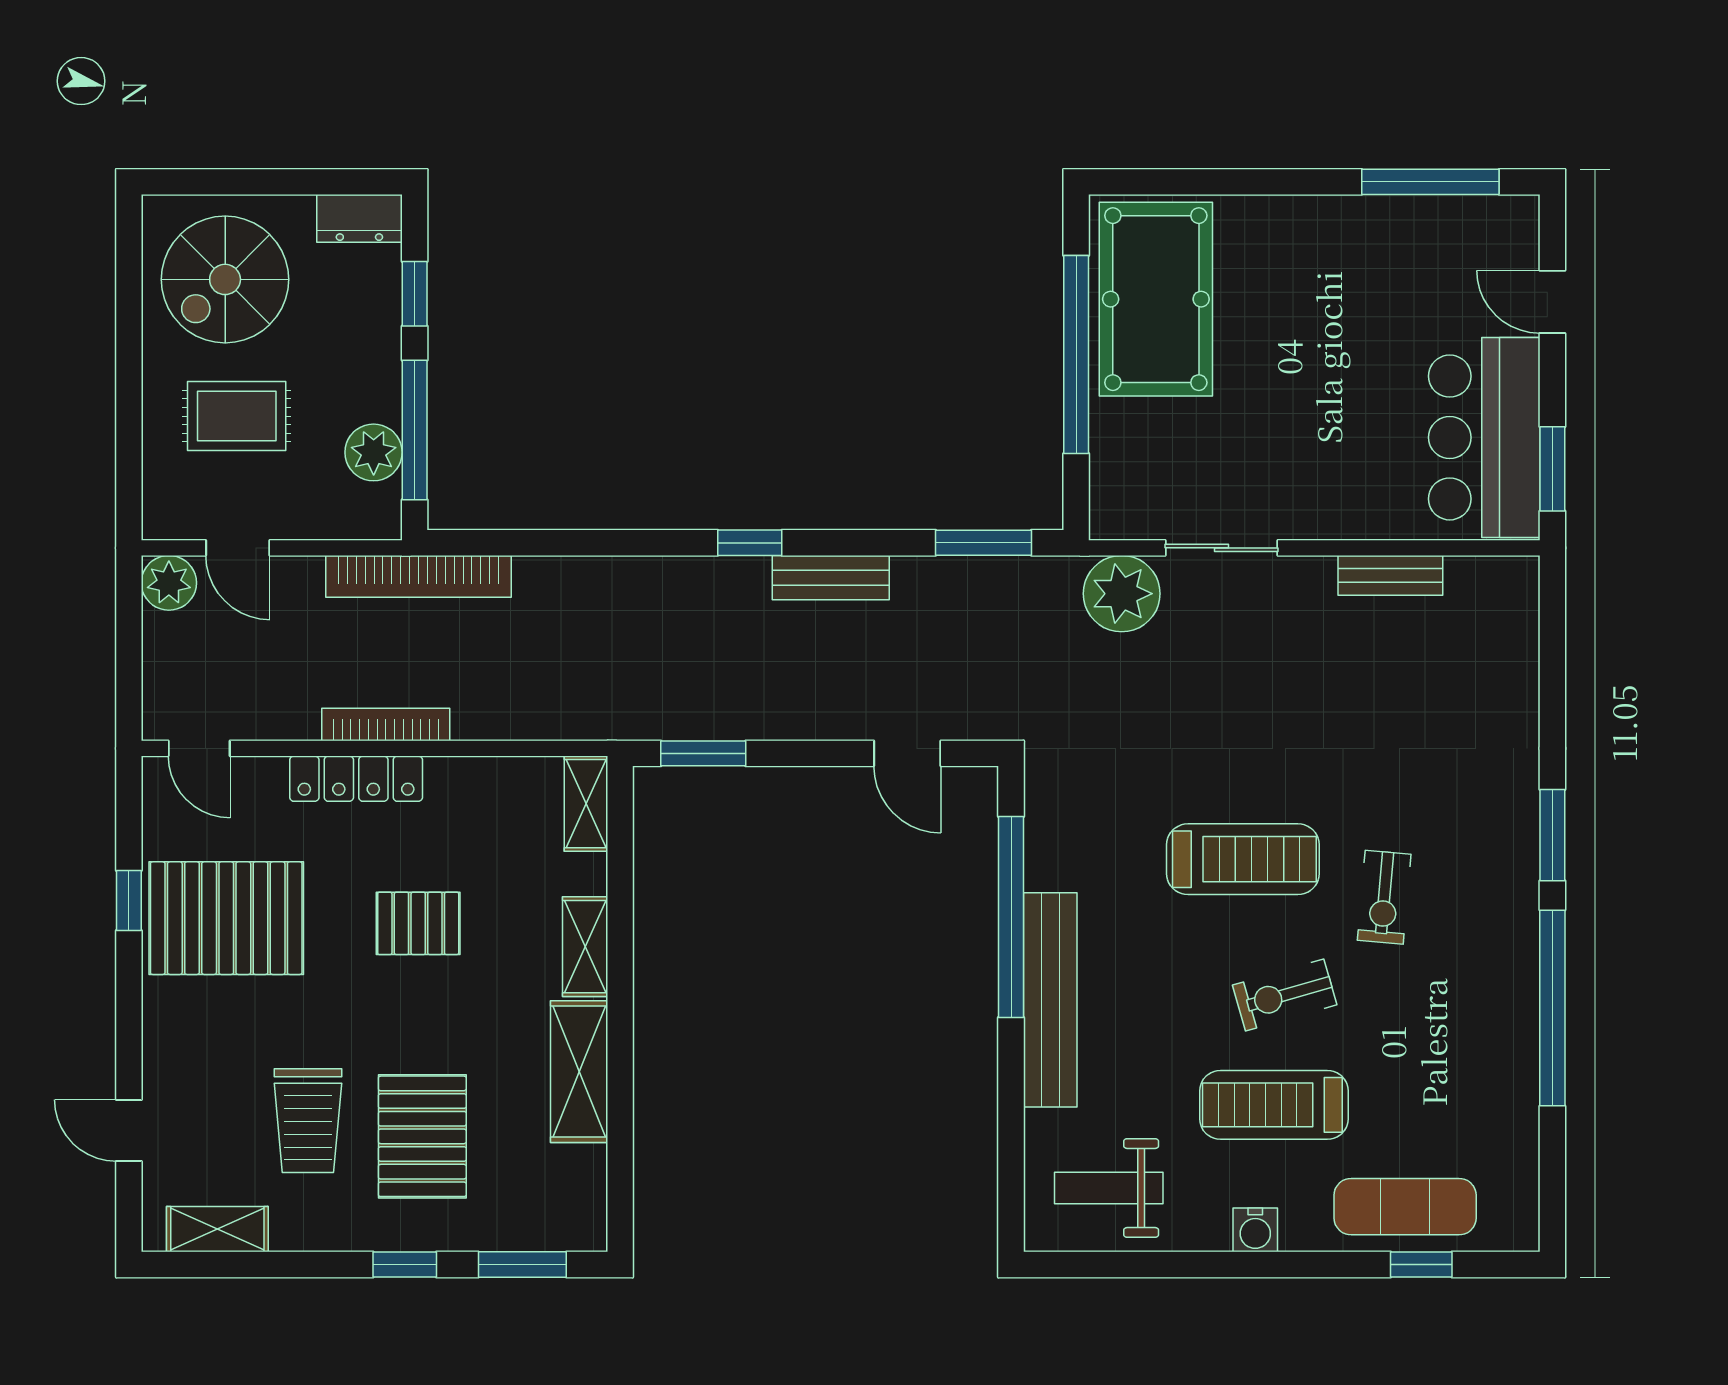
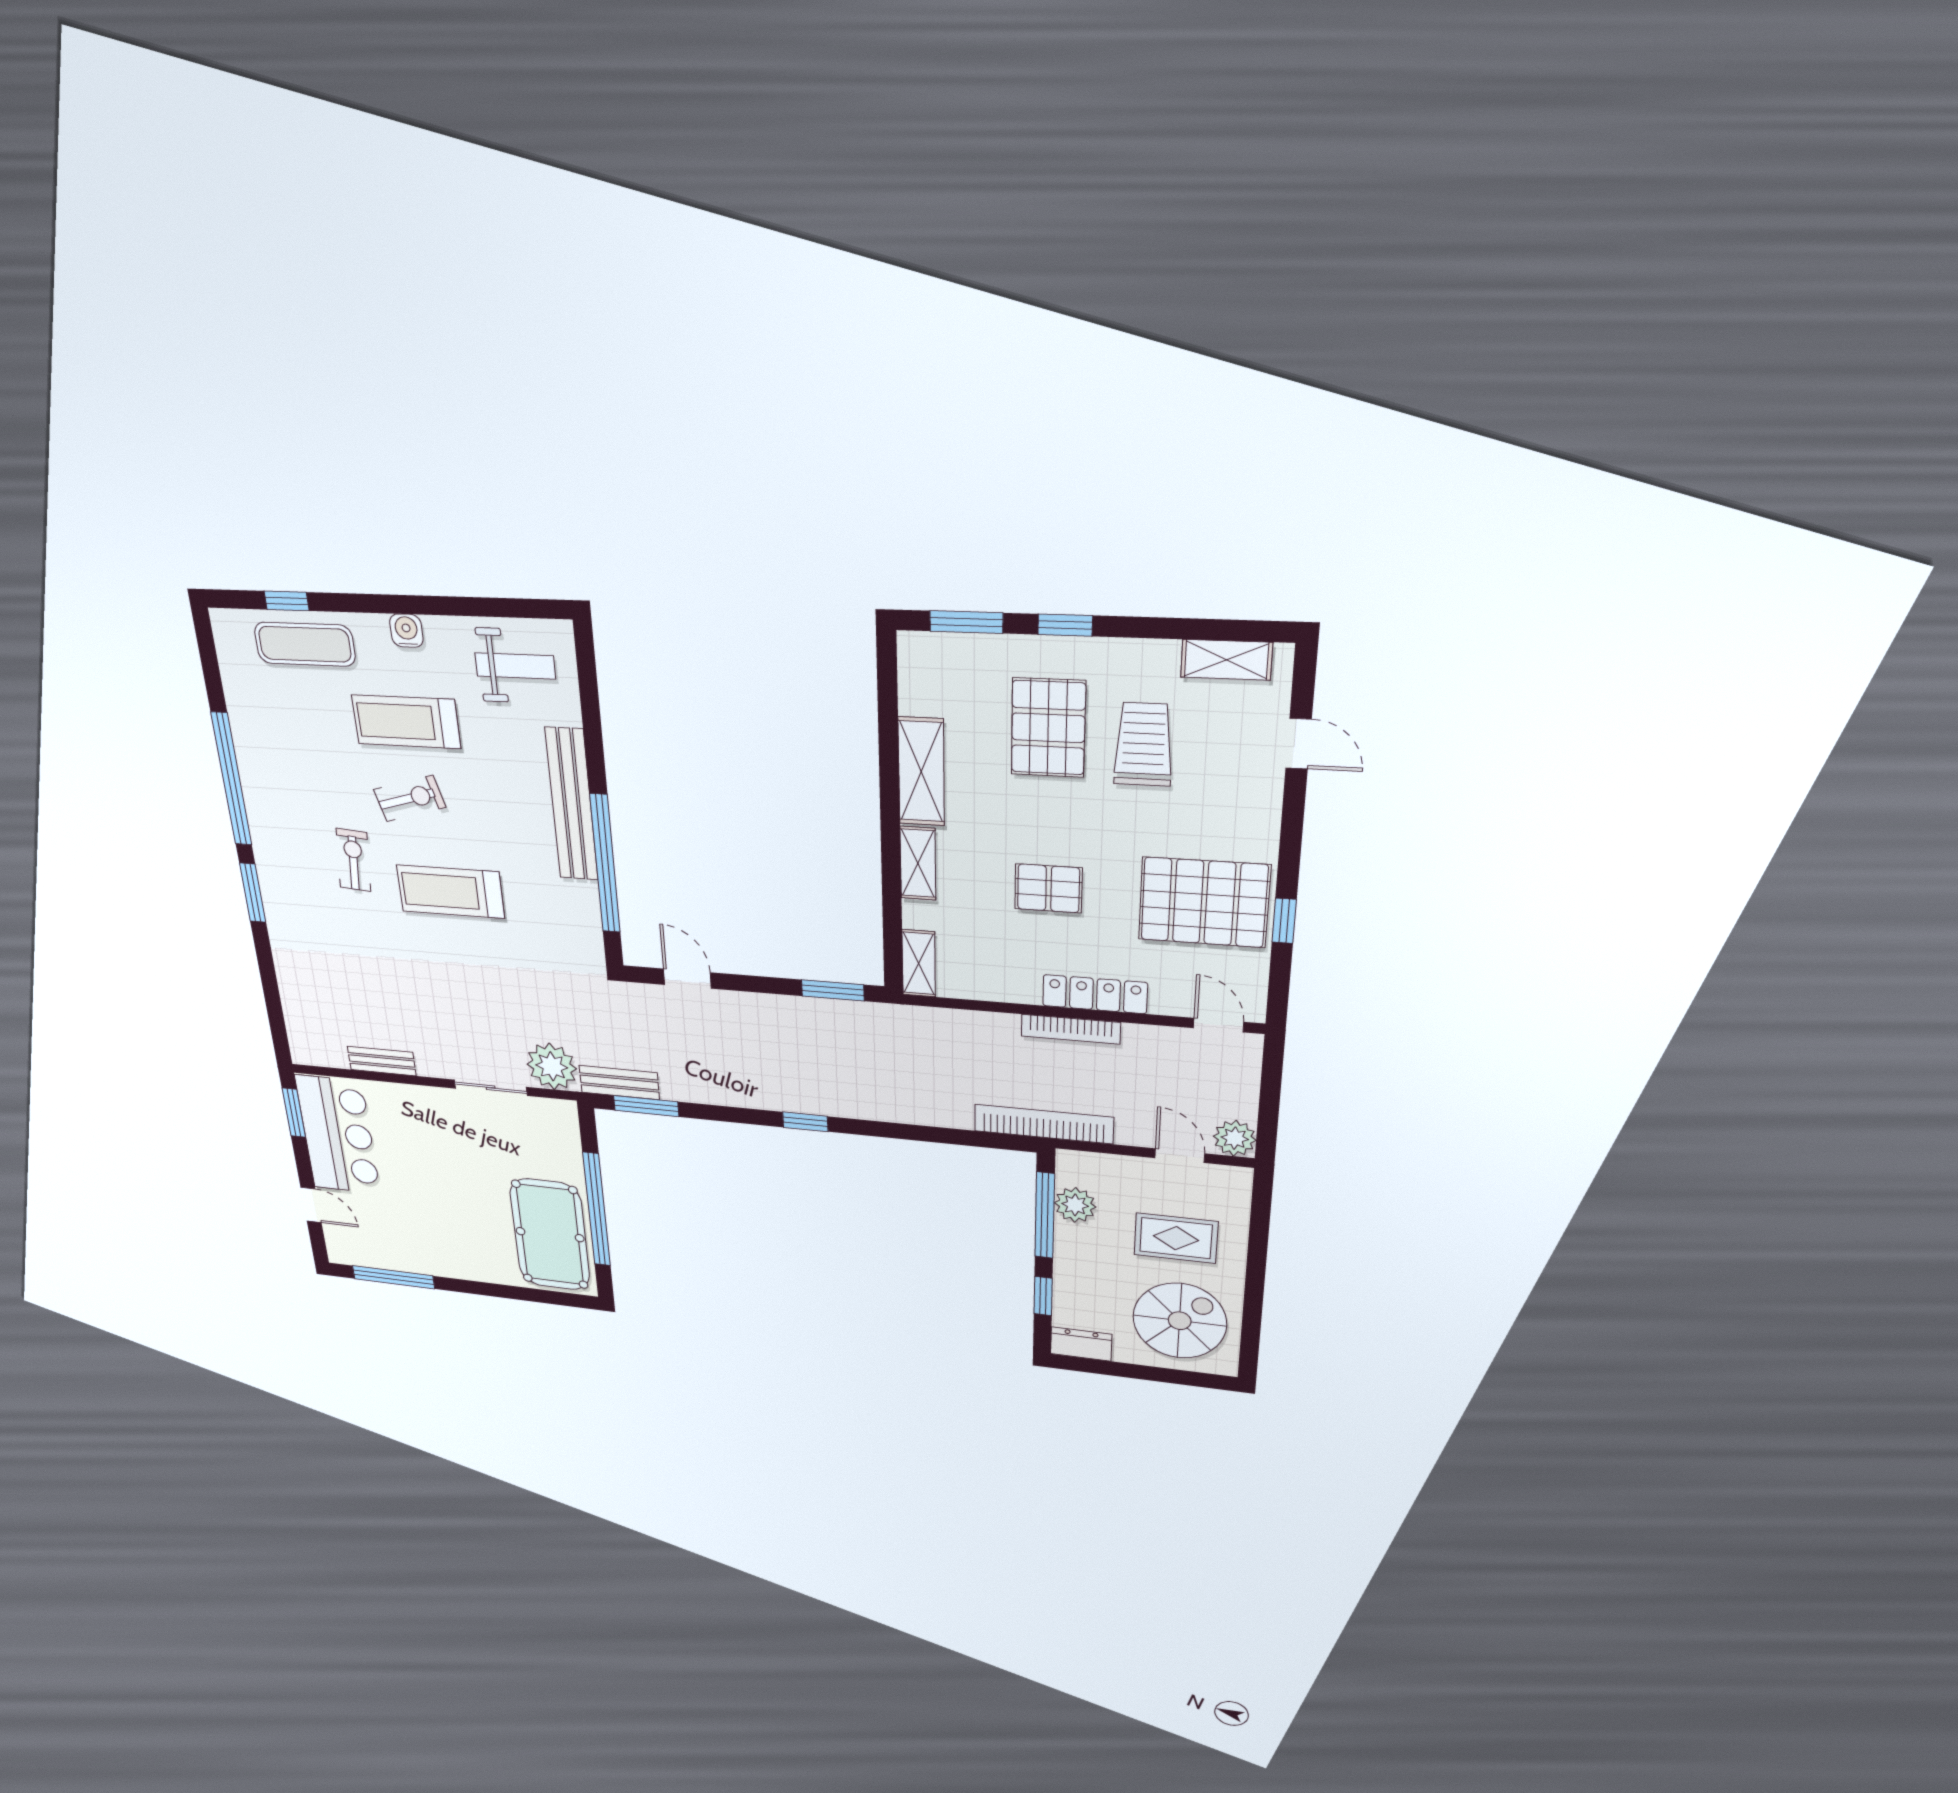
bench: (831, 578) -> (619, 1082), moved
treadmill: (1274, 1105) -> (406, 722), turned 180

